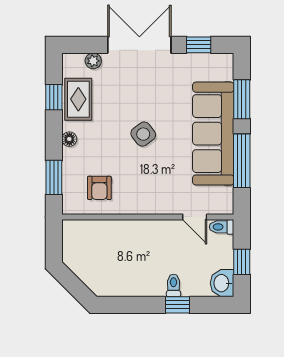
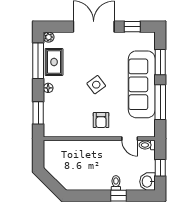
plant: (93, 61) -> (49, 37), moved
window: (54, 97) -> (38, 61), width x2.17
armchair: (99, 188) -> (101, 120), moved

